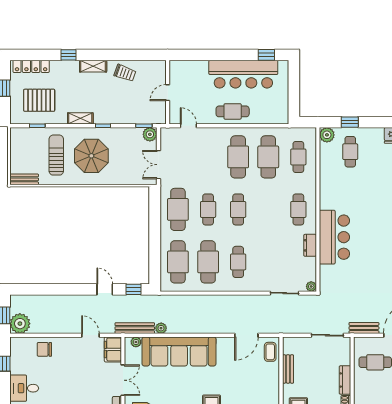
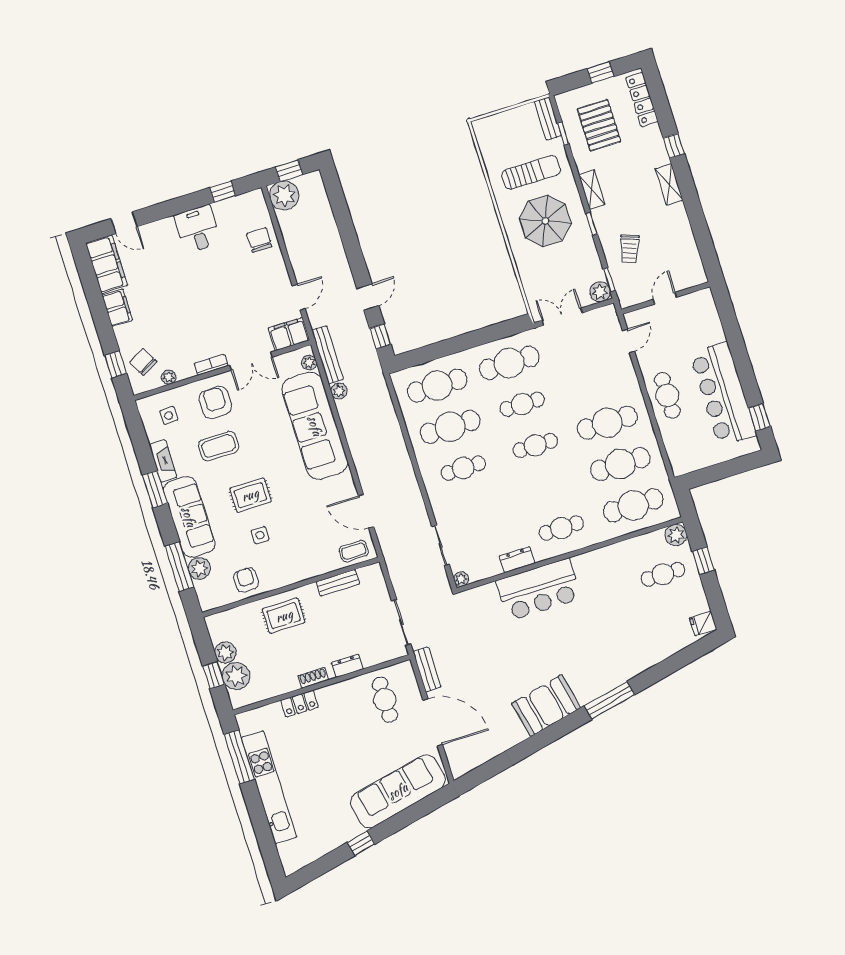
trolley: (125, 73) -> (629, 249), moved
door: (168, 93) -> (665, 298), hinge flipped
cafe table: (298, 157) -> (633, 505), width x1.37, depth x1.35
bench: (24, 179) -> (548, 119), moved
dresser: (345, 380) -> (347, 666), width x0.70

